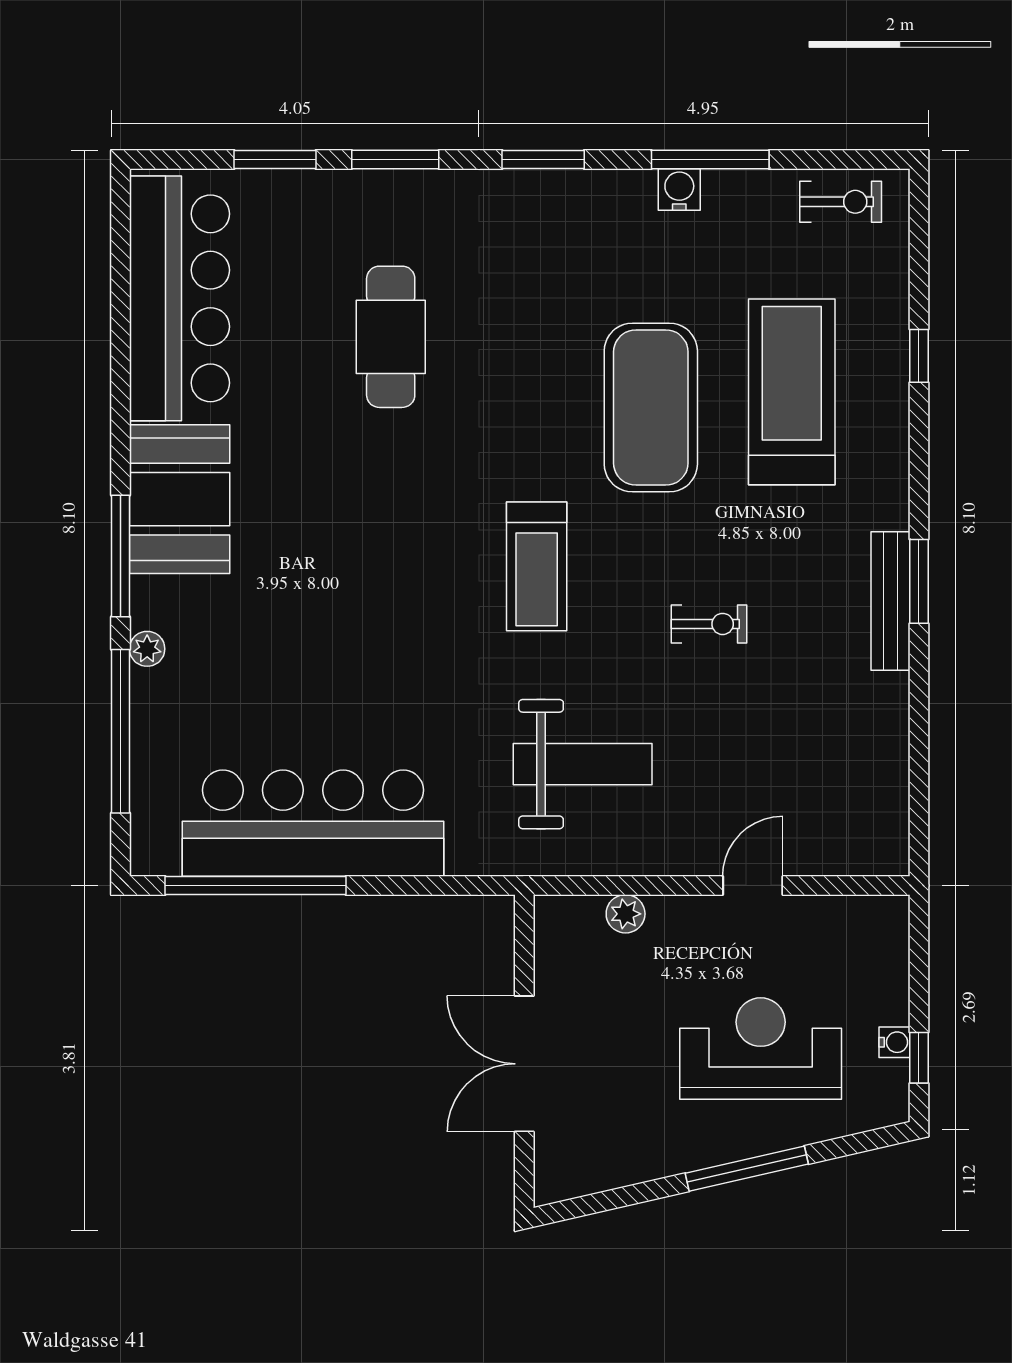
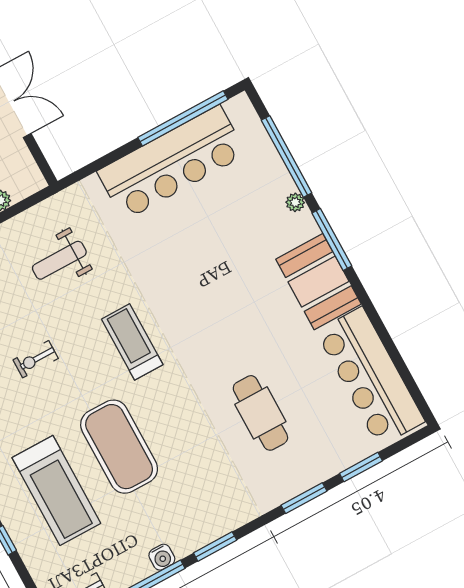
window: (543, 159) -> (215, 547), moved
weight bench: (583, 764) -> (59, 260), width x0.73, depth x0.75

